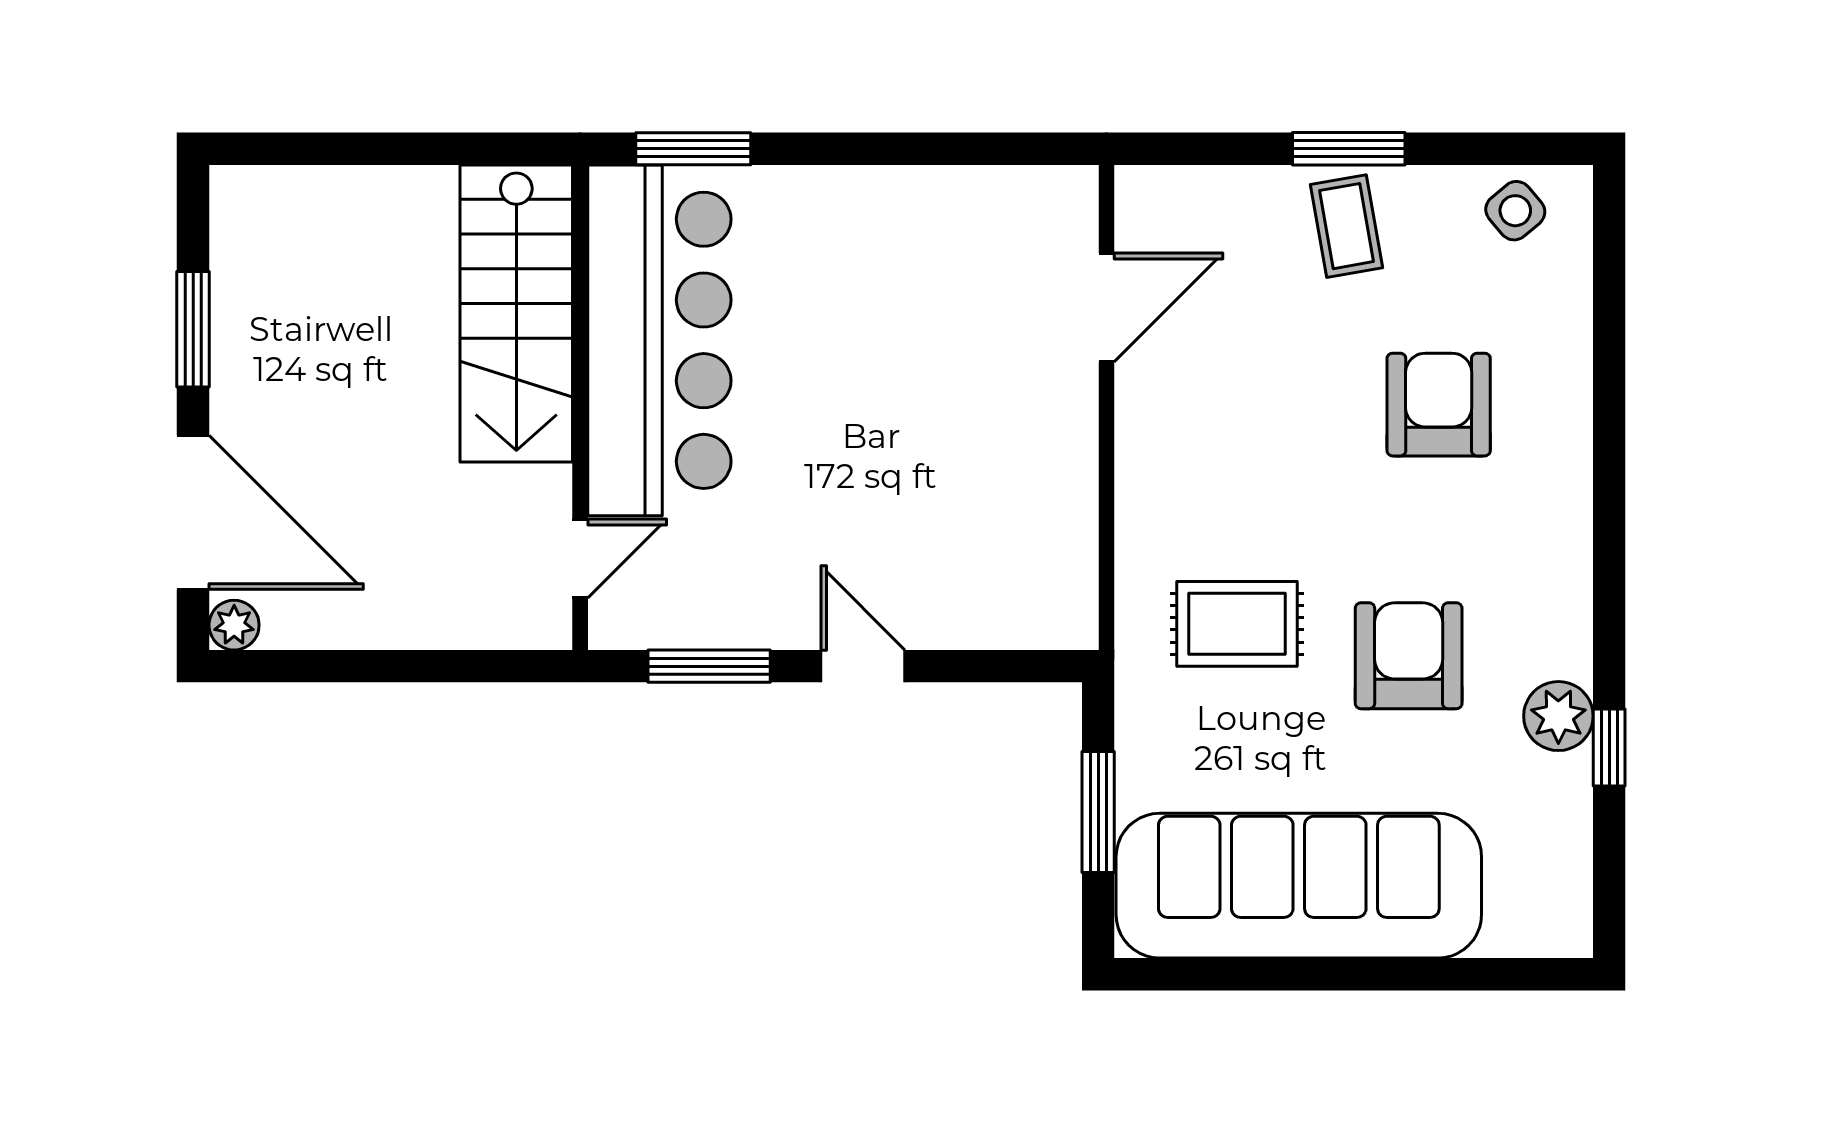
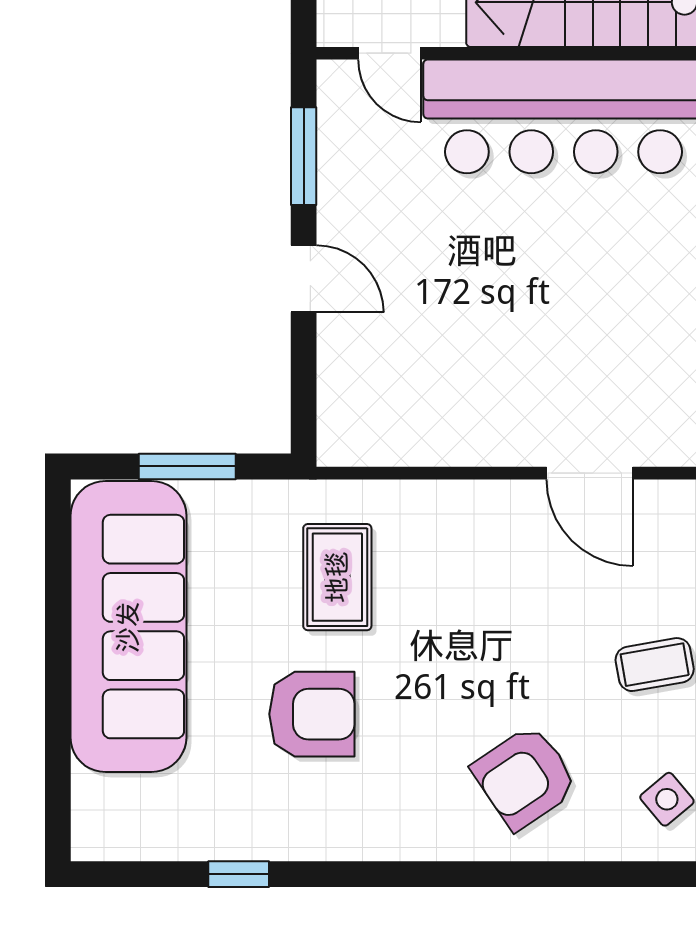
armchair: (1439, 405) -> (525, 777), moved, turned 146
door: (863, 666) -> (304, 279), hinge flipped
plant: (1558, 716) -> (264, 834), removed

